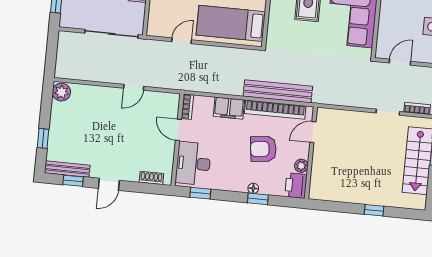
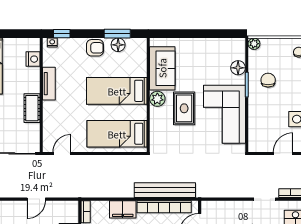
door: (182, 41) -> (62, 153), moved
door: (400, 62) -> (283, 153), moved

